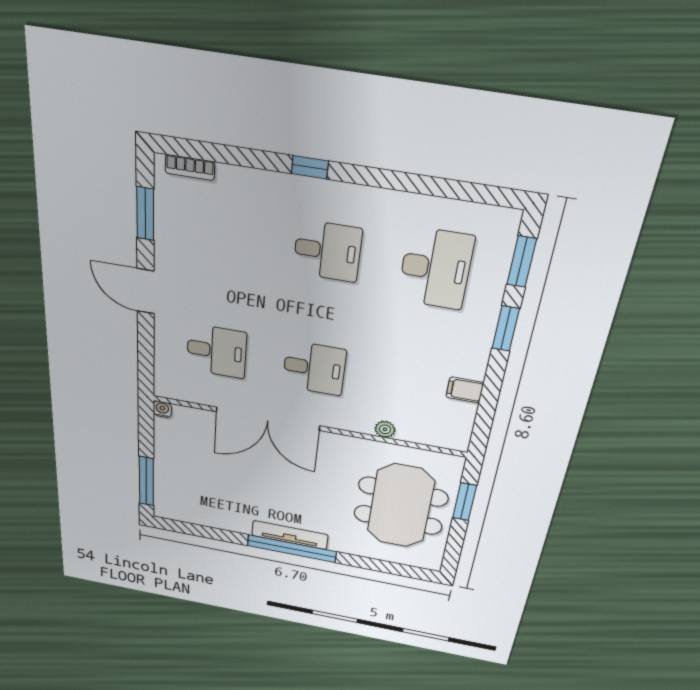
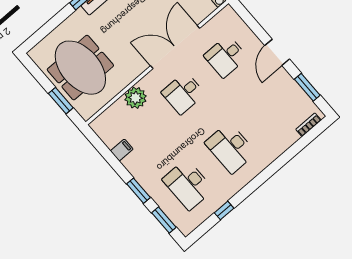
window: (310, 167) -> (224, 210), moved
desk: (327, 251) -> (230, 148), width x1.37
door: (146, 291) -> (277, 52), swing flipped
plant: (385, 429) -> (135, 98), width x1.87, depth x1.87

